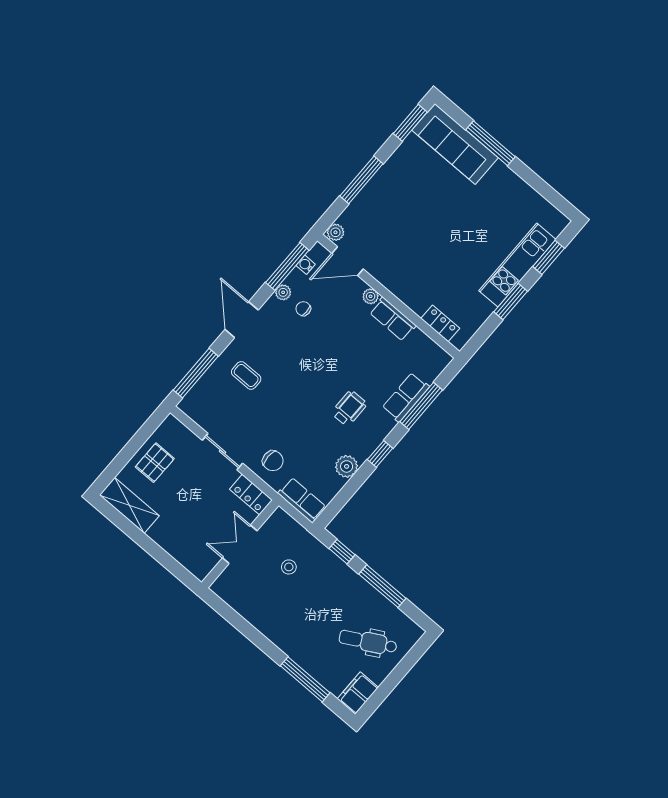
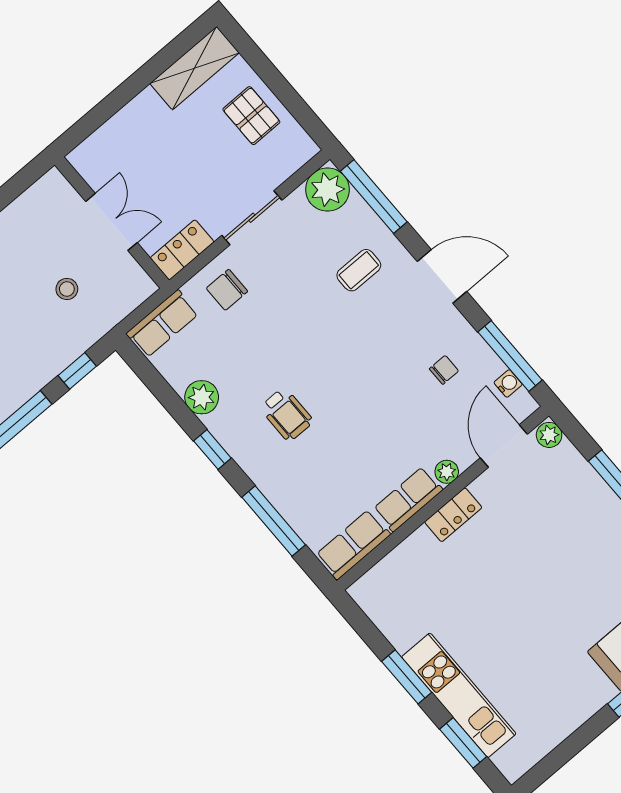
plant: (283, 292) -> (328, 190), moved, width x1.88, depth x1.88
locker: (440, 323) -> (453, 515), moved
row of seats: (406, 397) -> (353, 545), moved, turned -90

